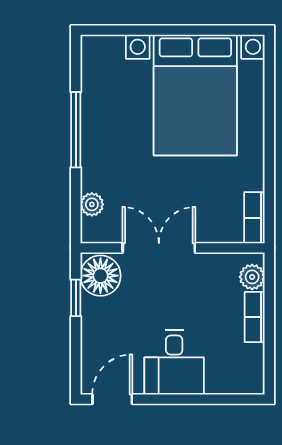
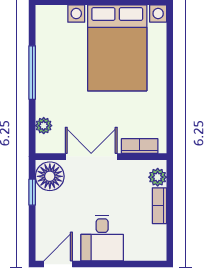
bookcase: (254, 218) -> (140, 146), moved, turned 90

